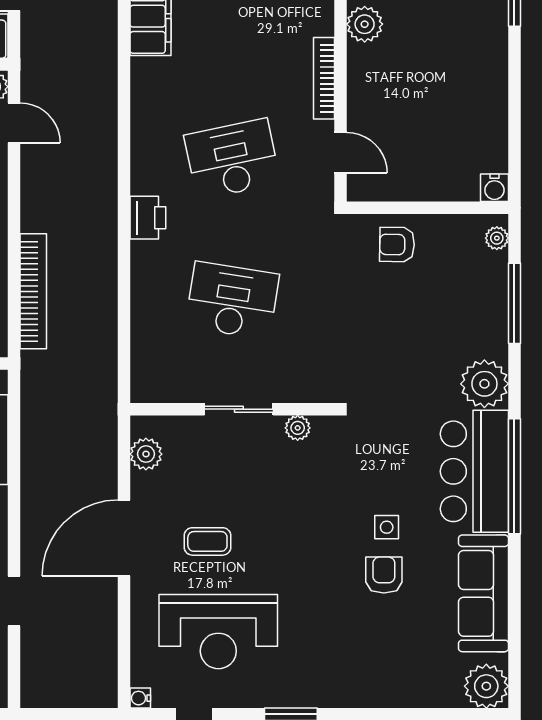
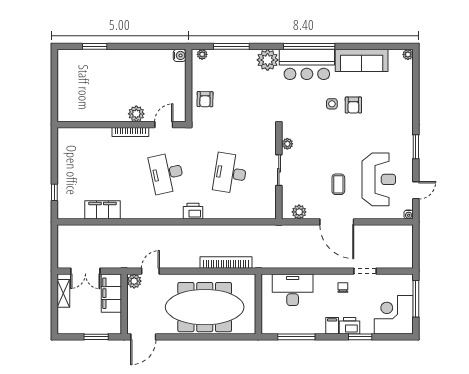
plant: (365, 24) -> (136, 114), moved
armchair: (384, 575) -> (353, 105), turned -90
plant: (486, 686) -> (408, 54), width x0.53, depth x0.53

